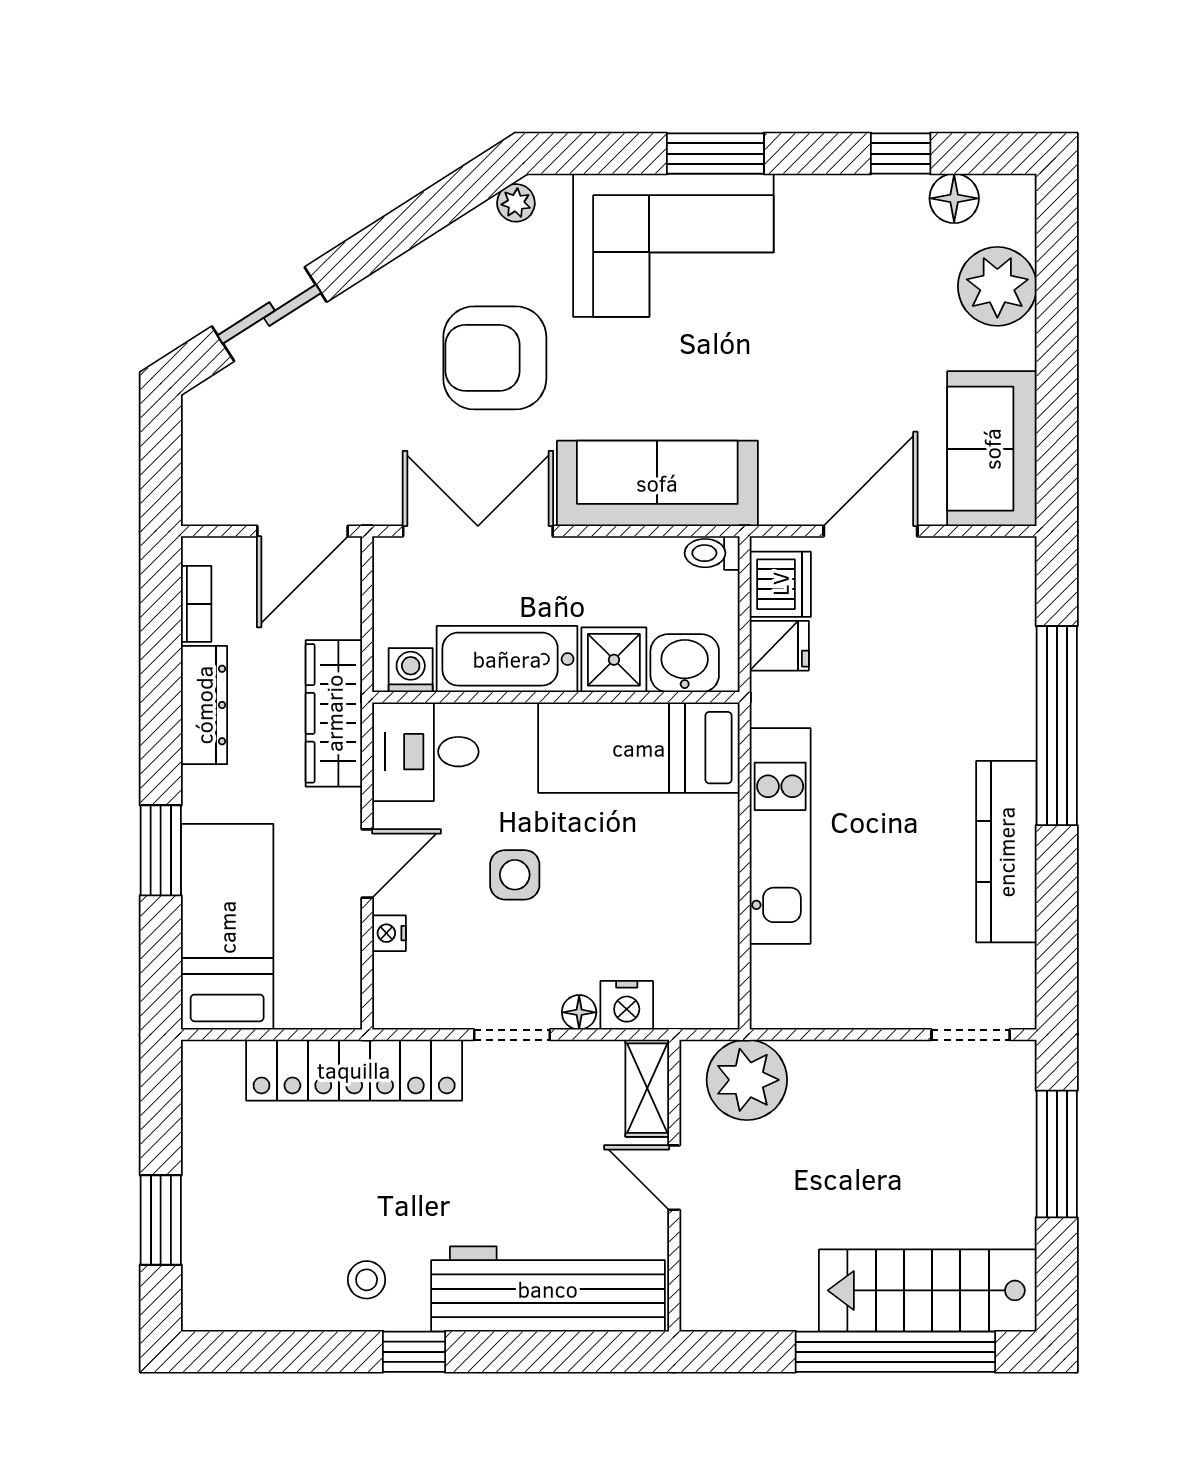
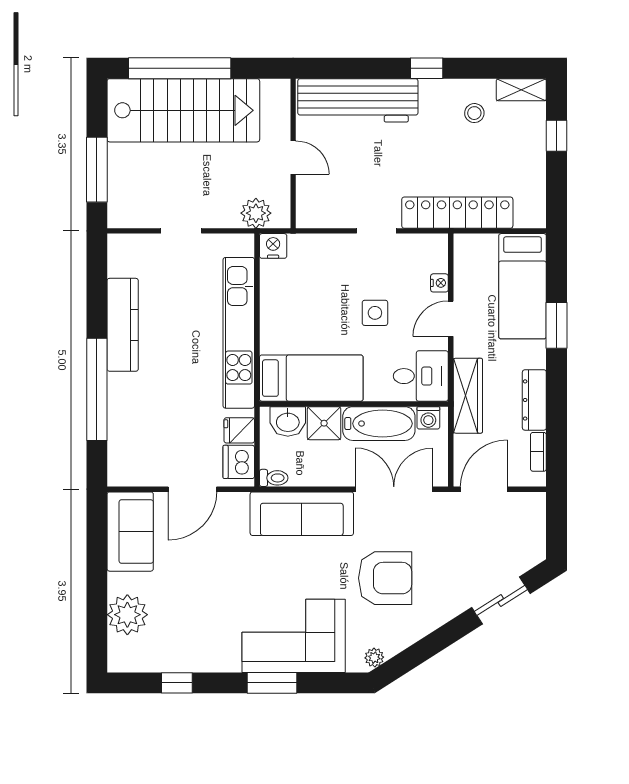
floor lamp: (954, 198) -> (150, 660), removed
double door: (478, 531) -> (394, 489), swing flipped
kitchen unit: (780, 836) -> (239, 333), width x1.36
nightstand: (627, 1005) -> (273, 246), moved
floor lamp: (579, 1012) -> (342, 242), removed
doorway: (971, 1035) -> (181, 231), moved
plant: (747, 1080) -> (256, 213), width x0.73, depth x0.73
shelving: (647, 1088) -> (521, 90), moved, turned 90
window: (161, 1220) -> (557, 136), width x0.67
stool: (367, 1280) -> (474, 113), moved
stairs: (928, 1290) -> (183, 110), width x1.36, depth x1.51

